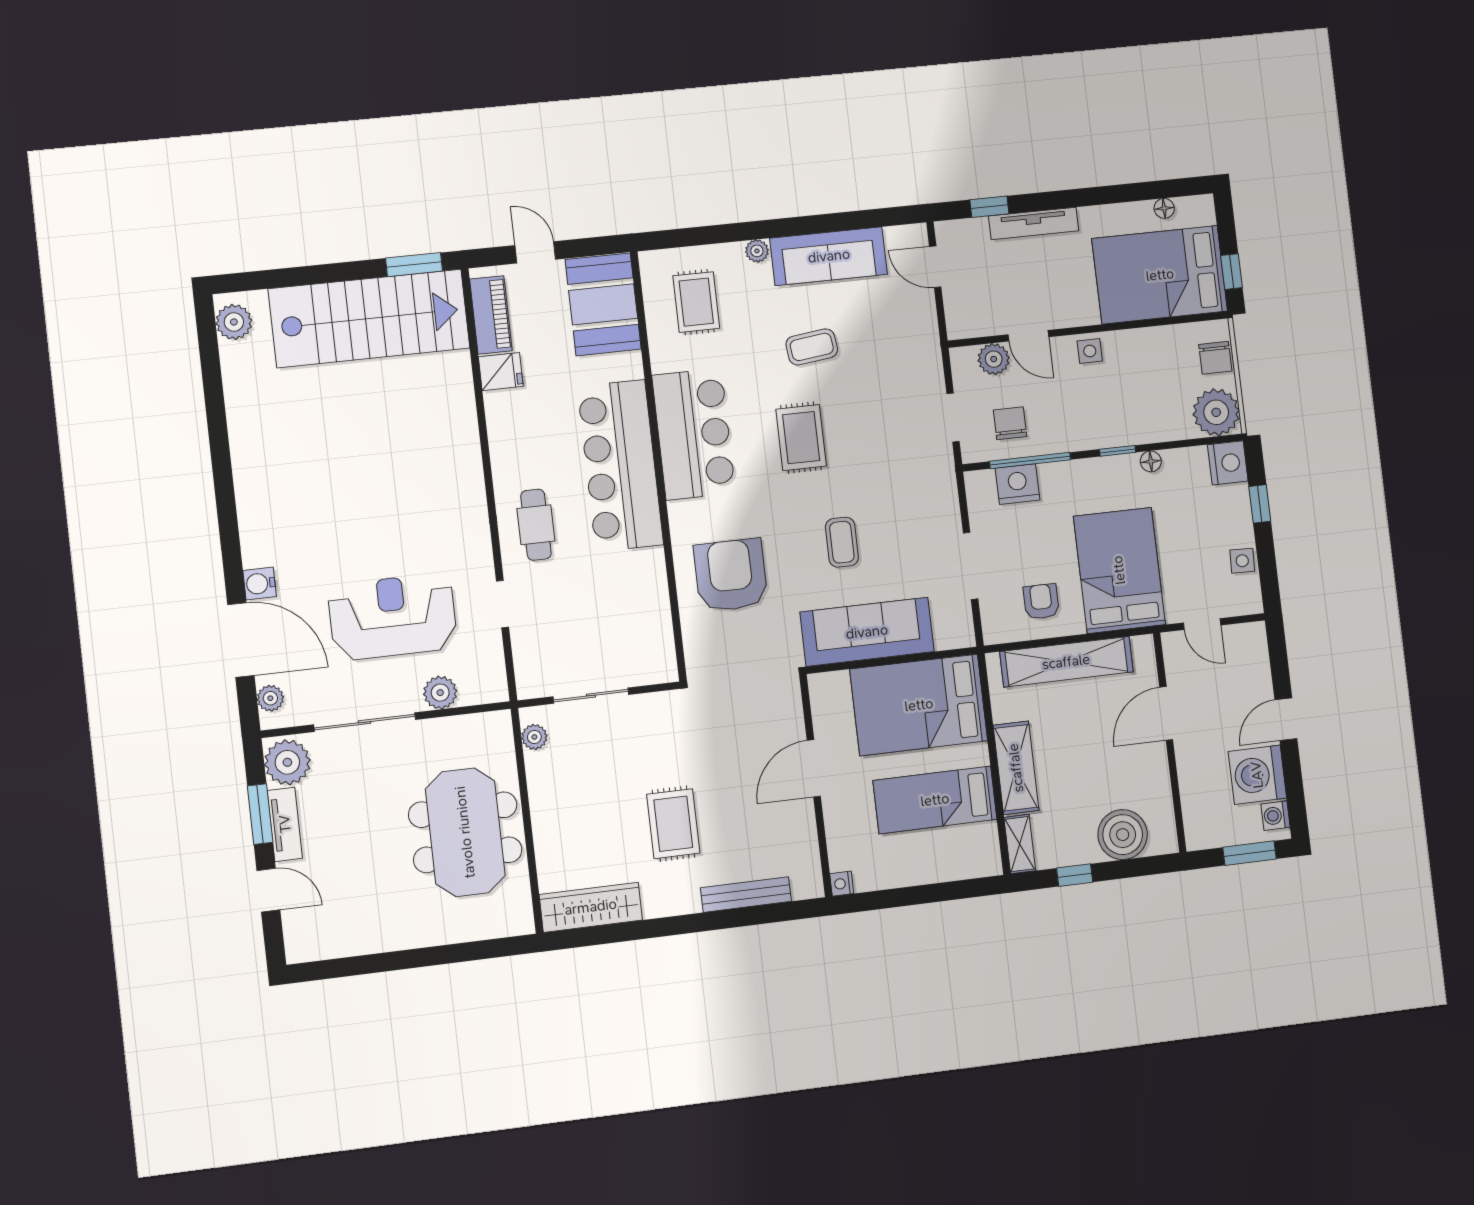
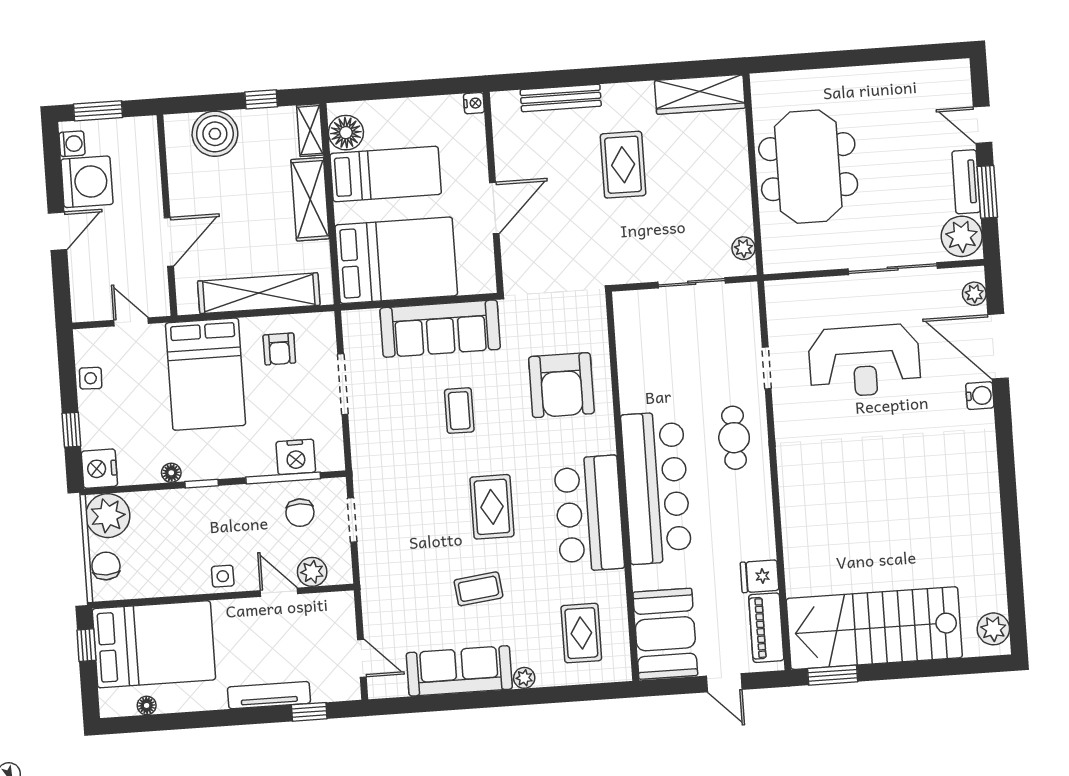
plant: (440, 693) -> (825, 292), removed
floor lamp: (981, 843) -> (346, 133), added

